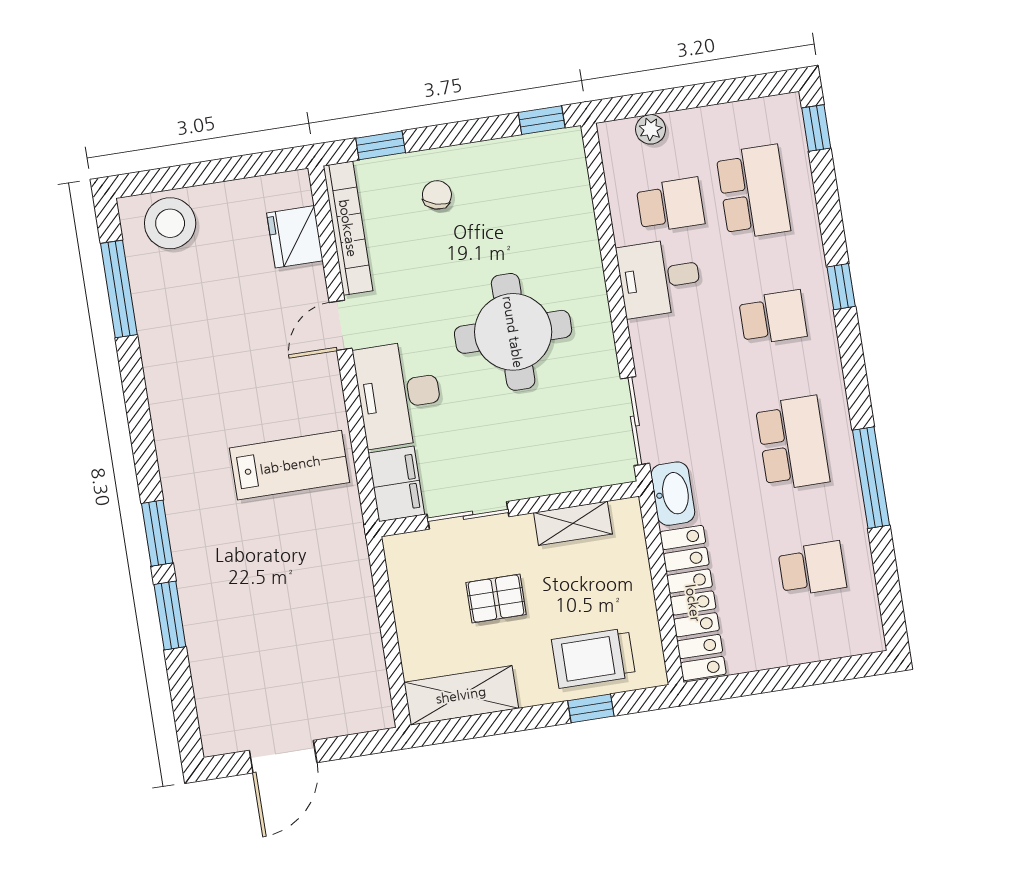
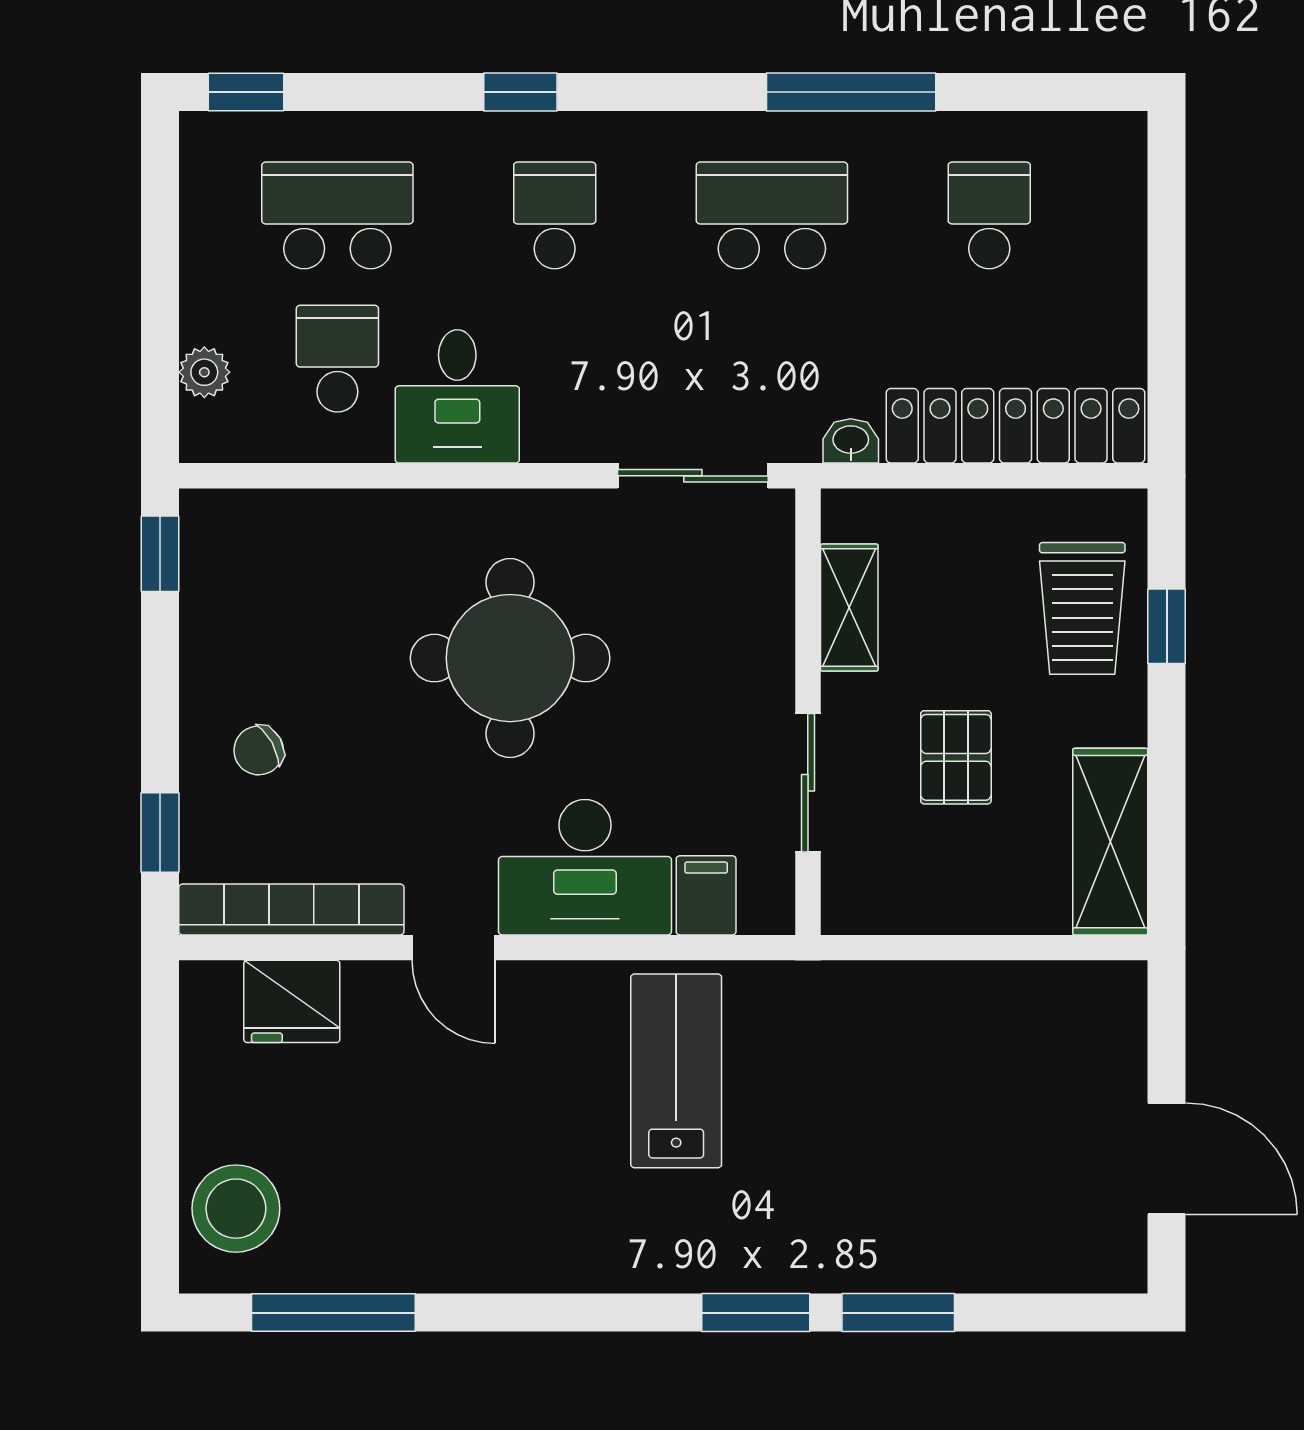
chair: (437, 195) -> (259, 750), turned -45
filing cabinet: (396, 484) -> (706, 895), width x0.50
washbasin: (673, 494) -> (851, 441), width x0.52, depth x0.69

